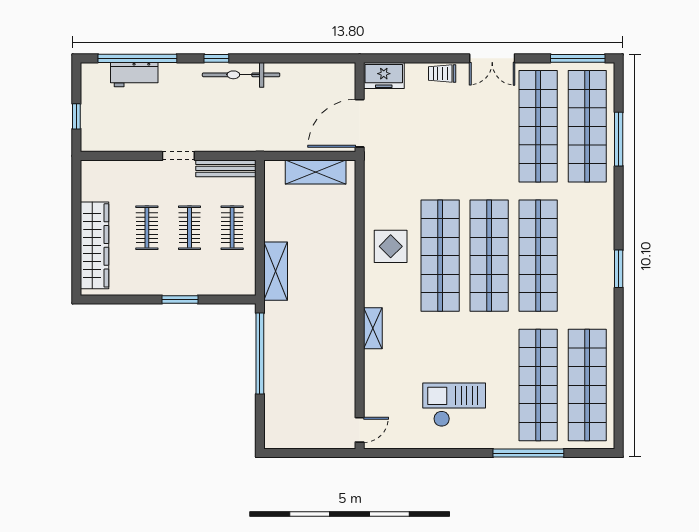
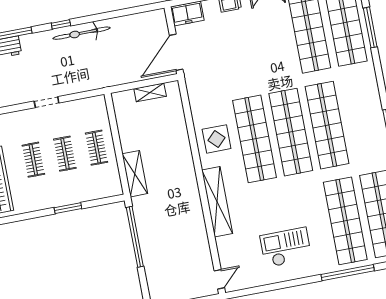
bench: (226, 168) -> (83, 105), removed
shelving: (316, 172) -> (150, 92), width x0.67, depth x0.75
shelving: (373, 328) -> (217, 202), width x2.20, depth x1.33

